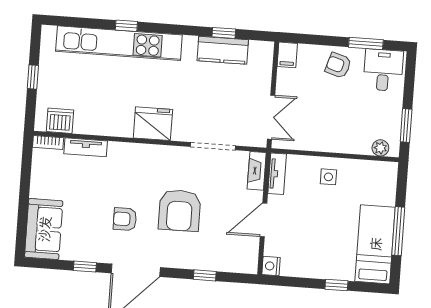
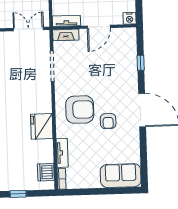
fridge: (153, 124) -> (42, 126), moved
armchair: (180, 210) -> (80, 110), moved
door: (264, 220) -> (99, 27), hinge flipped
window: (85, 267) -> (143, 145), removed

